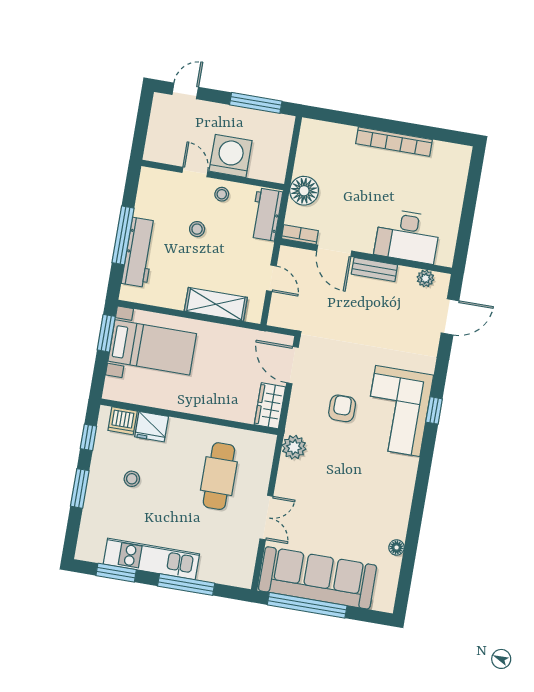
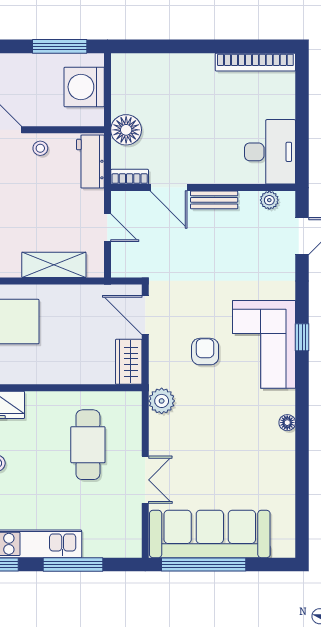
bookcase: (394, 142) -> (255, 62), moved
washing machine: (231, 156) -> (84, 87), moved, turned -90
stool: (197, 229) -> (21, 189), removed
desk: (407, 236) -> (270, 152), moved, turned -90
floor lamp: (397, 547) -> (287, 423), moved

